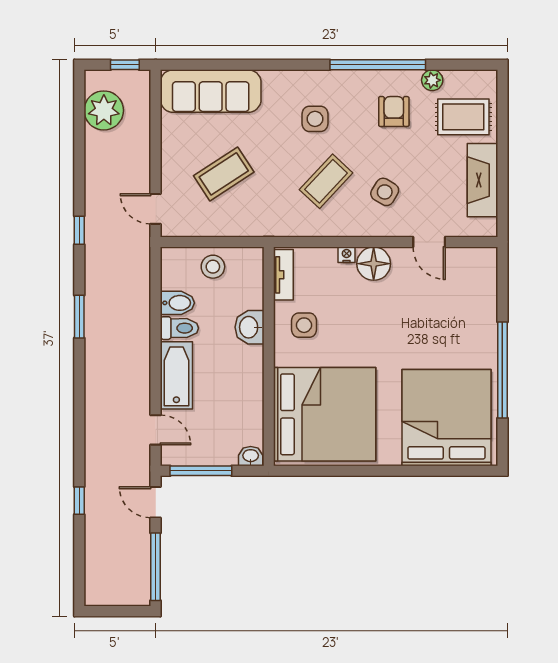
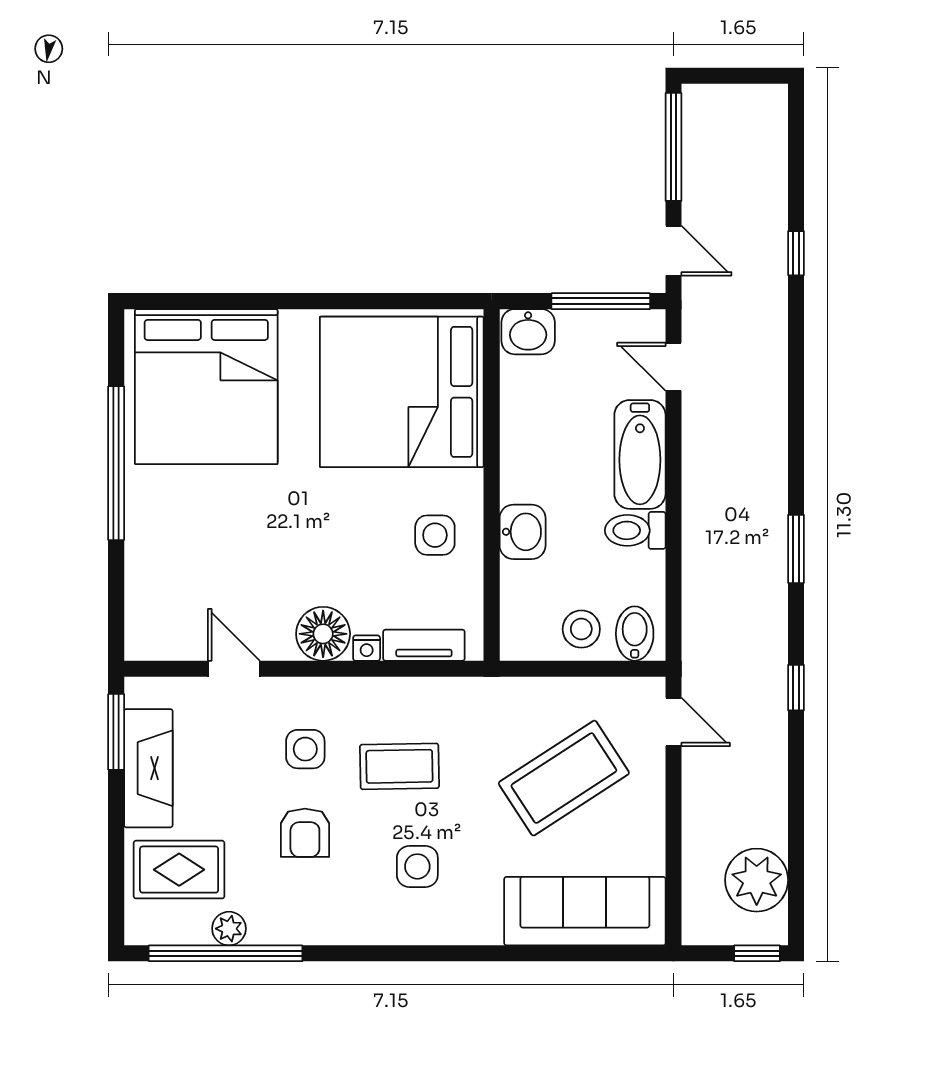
window: (125, 65) -> (757, 953), moved
window: (378, 65) -> (226, 953), moved
armchair: (394, 112) -> (305, 833), moved
coffee table: (224, 174) -> (564, 778), width x1.36, depth x1.32
coffee table: (326, 181) -> (399, 766), turned 46
side table: (385, 192) -> (305, 749), turned -31
window: (502, 203) -> (116, 732), added
tv unit: (283, 275) -> (424, 645), moved, turned 90
bidet: (177, 303) -> (635, 634), moved, turned 90
washbasin: (251, 456) -> (528, 332), width x1.38, depth x1.45

